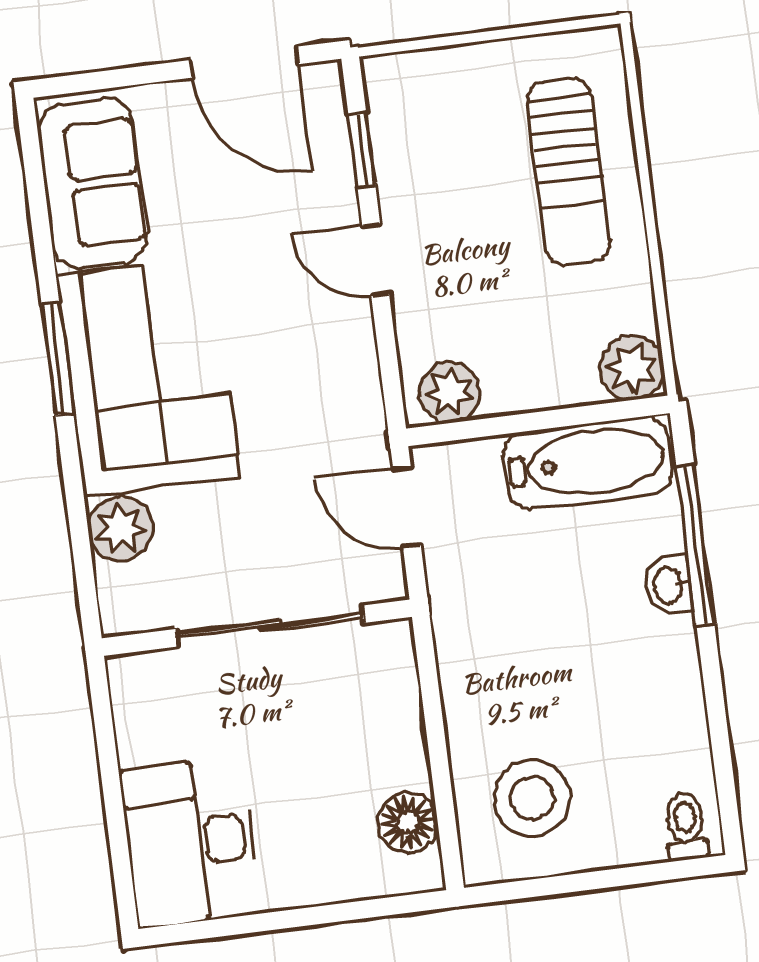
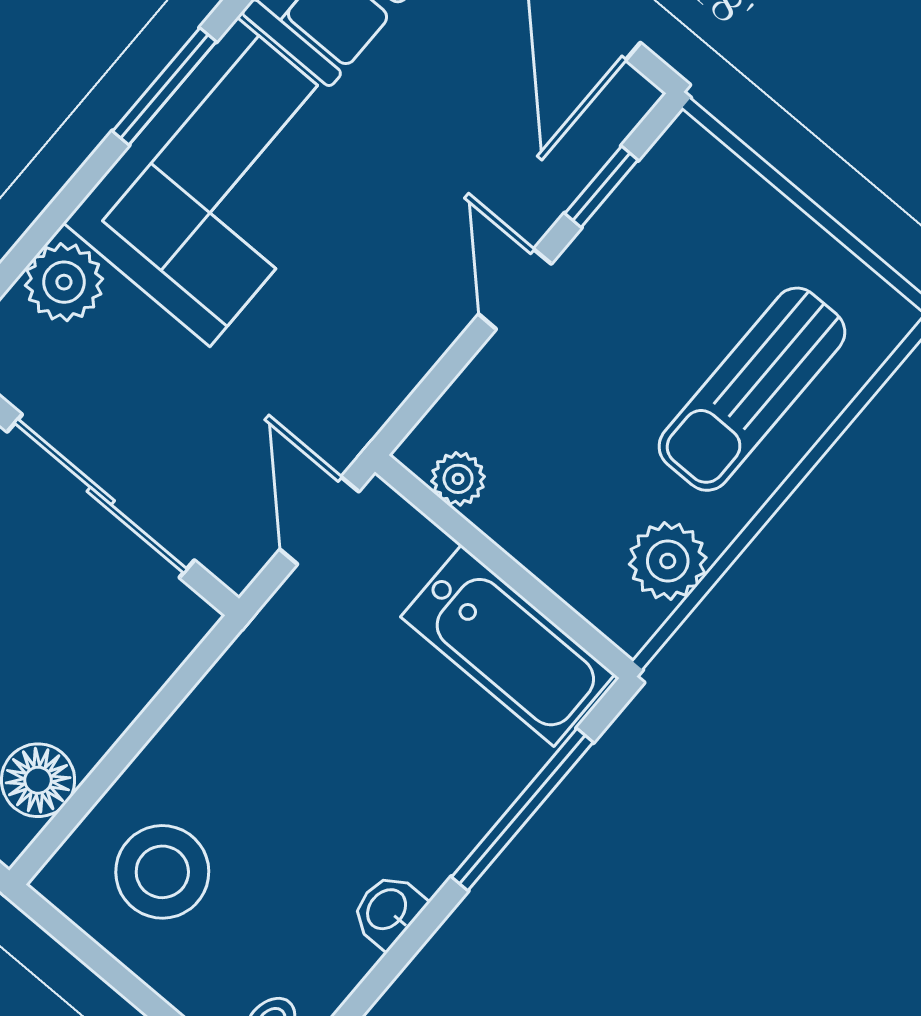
plant: (632, 368) -> (668, 561), moved
plant: (450, 393) -> (458, 479), width x0.73, depth x0.73
washbasin: (669, 585) -> (388, 910), moved

